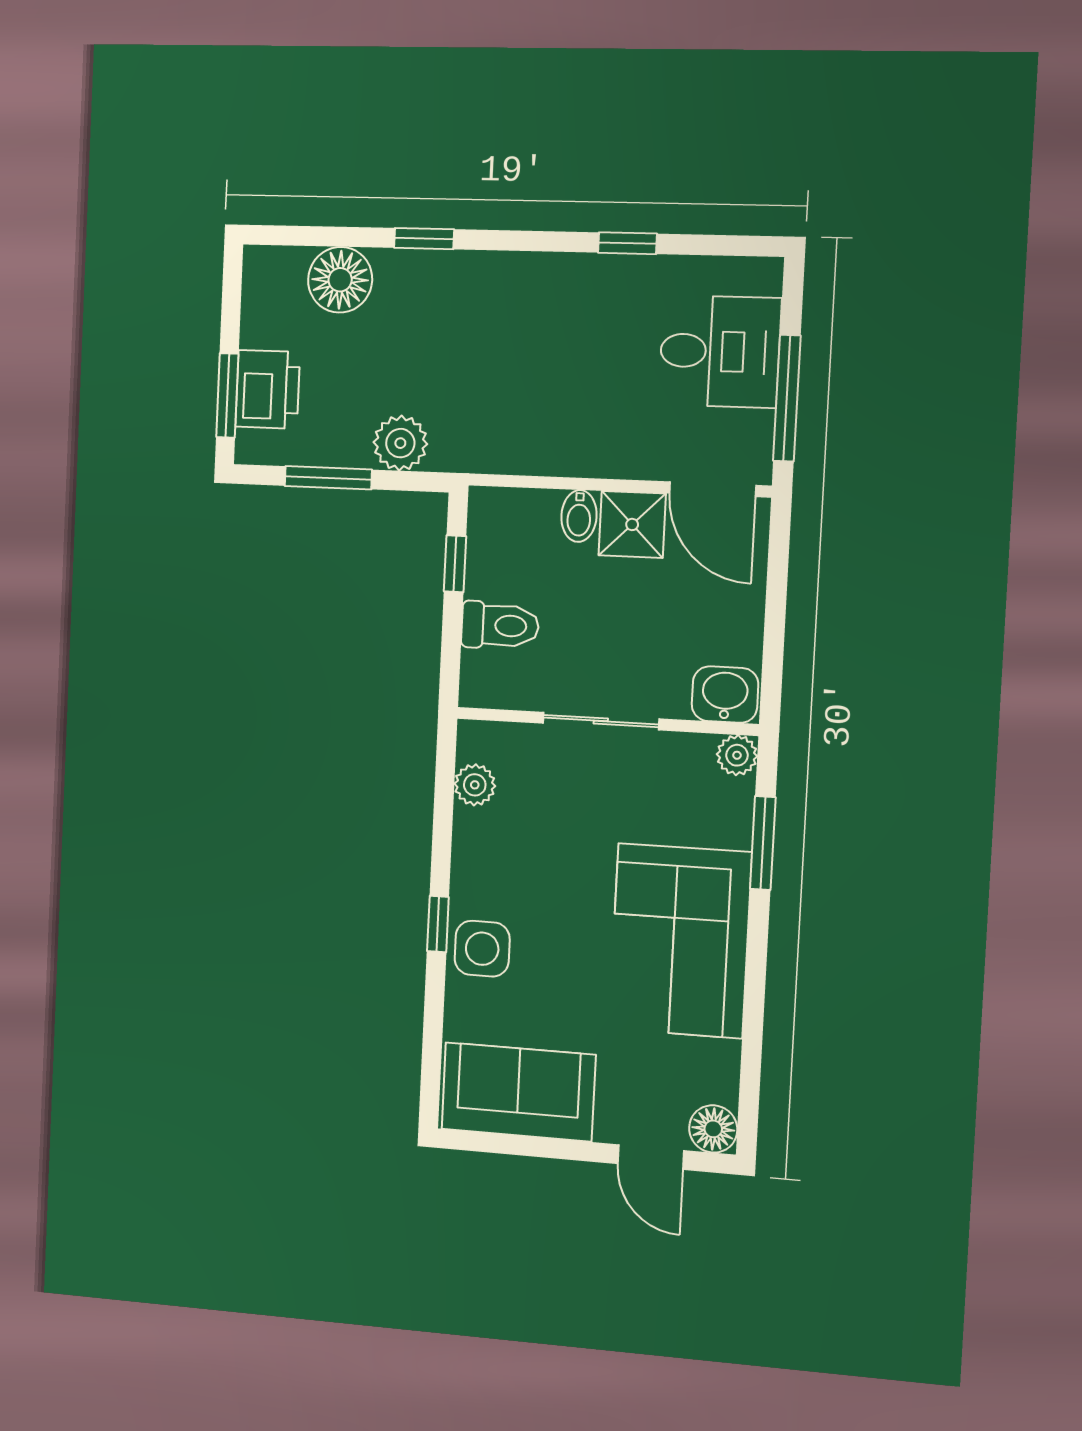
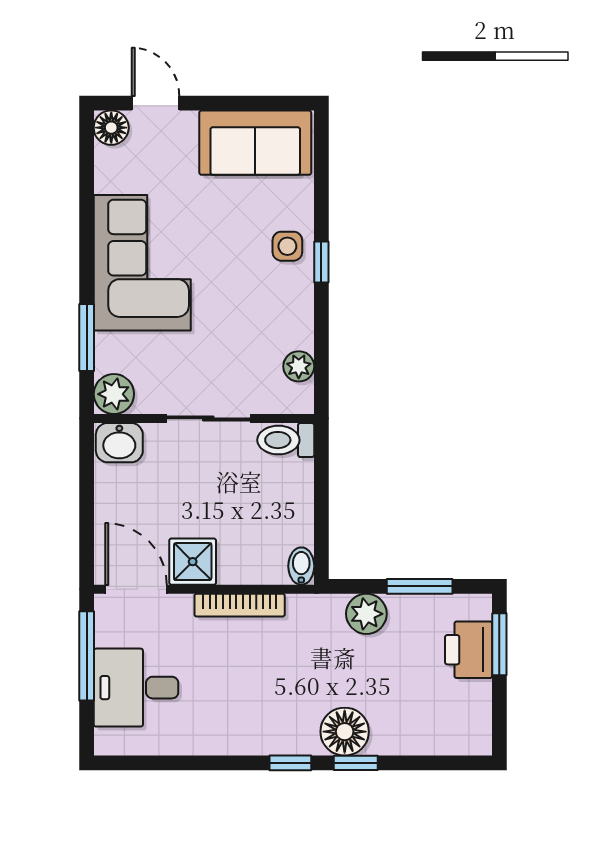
window: (627, 243) -> (290, 763), moved
floor lamp: (340, 280) -> (345, 732), moved
bookcase: (571, 462) -> (240, 605), added
bidet: (579, 516) -> (301, 566), moved
window: (455, 564) -> (321, 527), removed
toilet: (500, 625) -> (286, 440), moved
plant: (737, 755) -> (114, 394), width x1.38, depth x1.38
side table: (482, 949) -> (287, 246), width x0.73, depth x0.73

